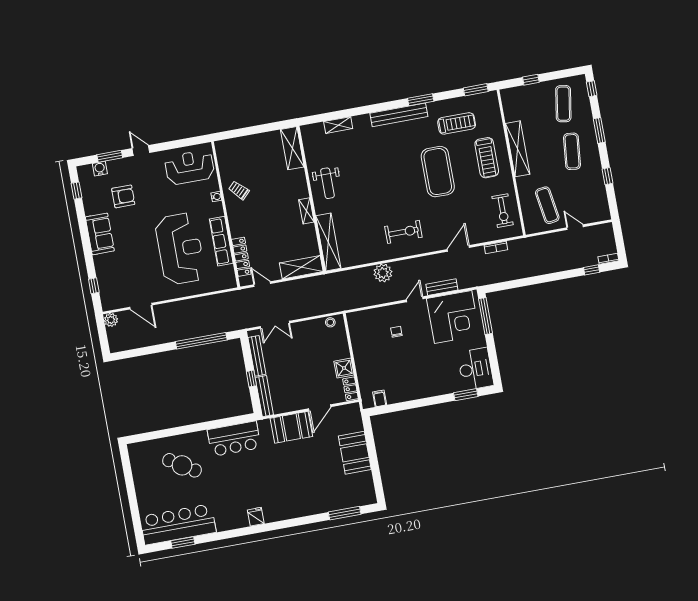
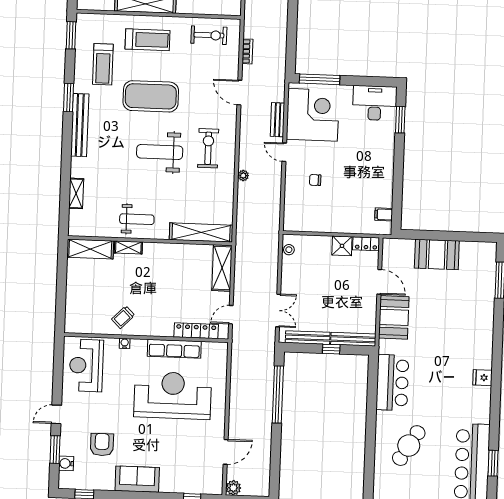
treadmill: (457, 123) -> (103, 64), turned 180
weight bench: (391, 190) -> (160, 152), added
shelving: (306, 211) -> (128, 247), moved
plant: (383, 273) -> (243, 176), width x0.53, depth x0.53

